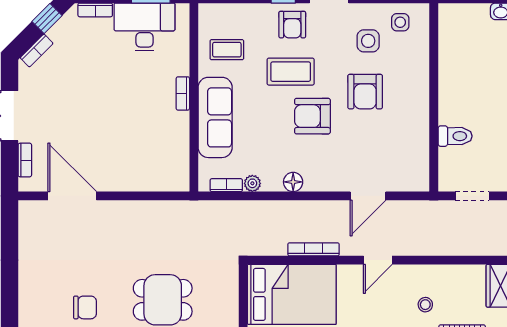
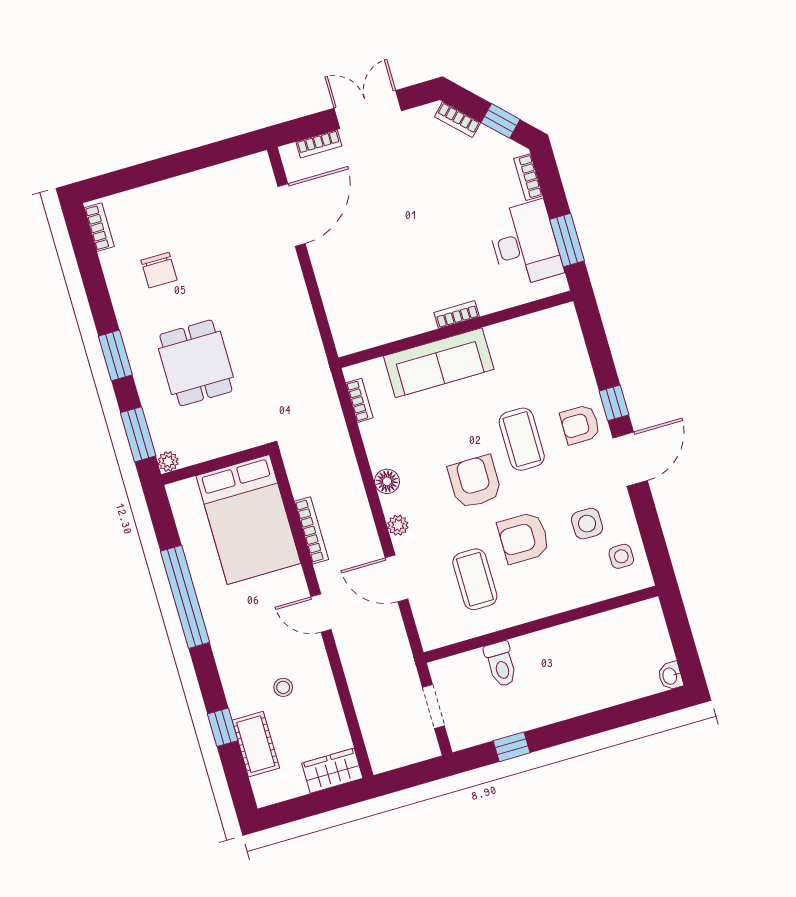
coffee table: (227, 50) -> (475, 579), moved, width x1.36, depth x1.30
plant: (252, 183) -> (398, 525), moved

